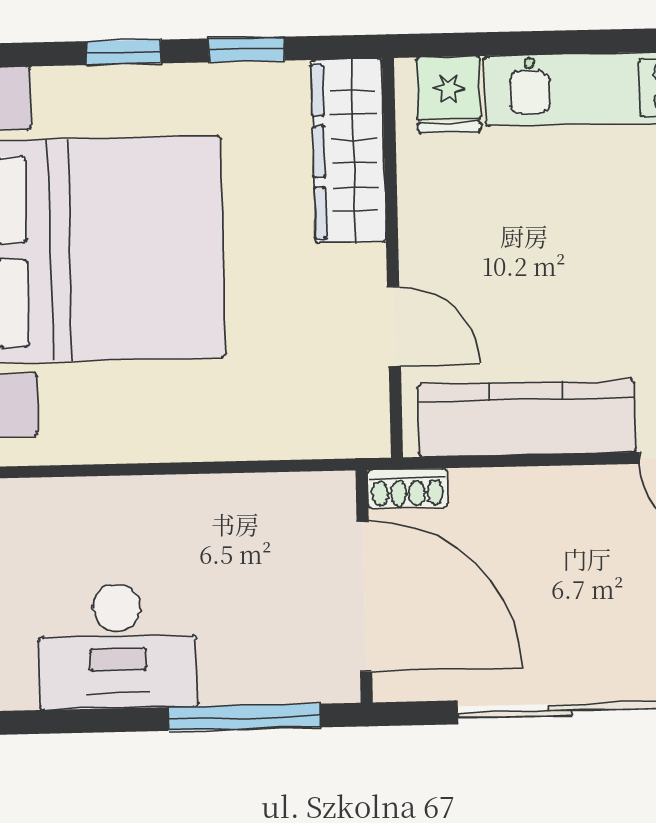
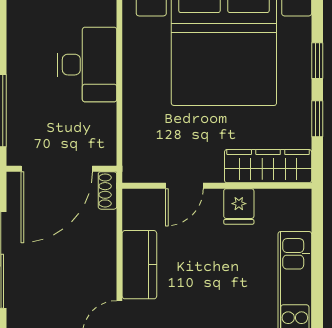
fridge: (449, 95) -> (239, 206), moved, turned -90
kitchen counter: (527, 418) -> (139, 265), width x0.67
desk: (118, 646) -> (87, 65), moved, turned 180

